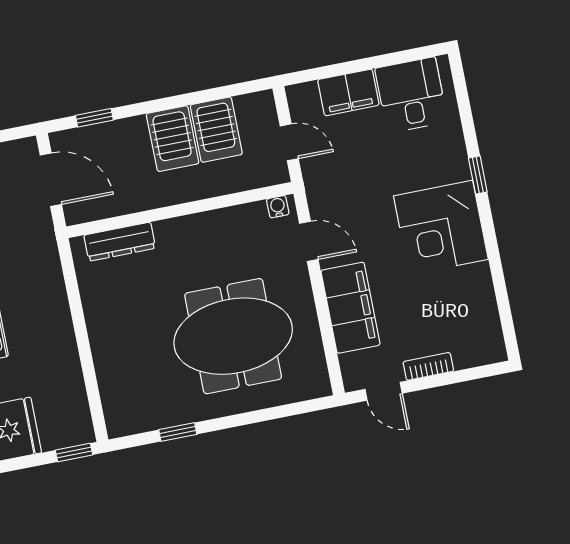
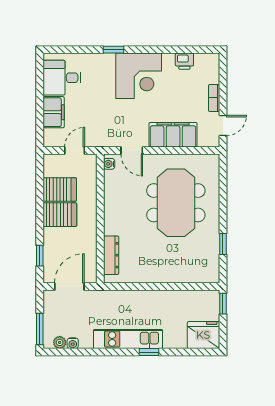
door: (309, 241) -> (132, 150), swing flipped
printer: (482, 302) -> (184, 61), added

